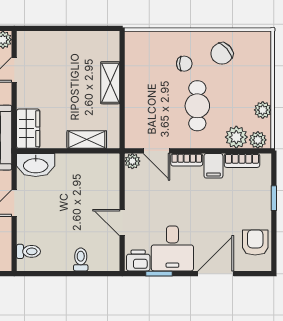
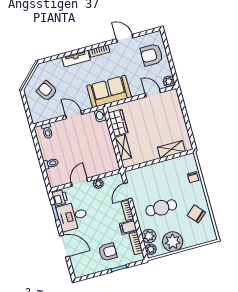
chair: (184, 64) -> (193, 177), moved
shelving: (110, 83) -> (171, 149), moved
plant: (263, 110) -> (173, 242), width x1.88, depth x1.88
wardrobe: (28, 129) -> (118, 123), moved, turned -90
plant: (132, 161) -> (98, 184), moved
washbasin: (36, 165) -> (100, 115), width x0.52, depth x0.69
armchair: (255, 242) -> (108, 252), moved

